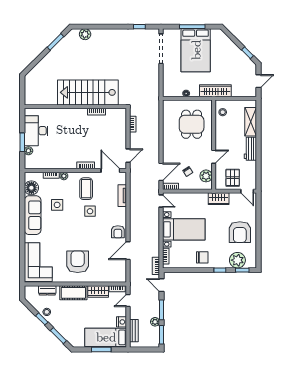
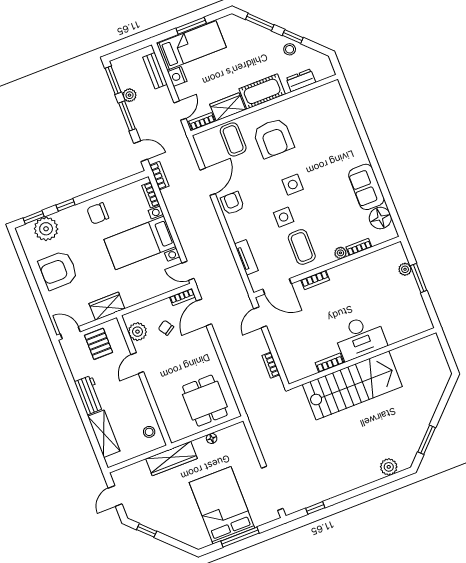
dining table: (192, 124) -> (205, 401), moved
desk: (36, 131) -> (360, 337), moved, turned 90
side table: (57, 205) -> (293, 185), moved
sofa: (33, 215) -> (366, 187), width x0.73
armchair: (240, 232) -> (58, 270), turned -90
corner sofa: (38, 262) -> (329, 116), removed
coffee table: (102, 270) -> (233, 139), added

